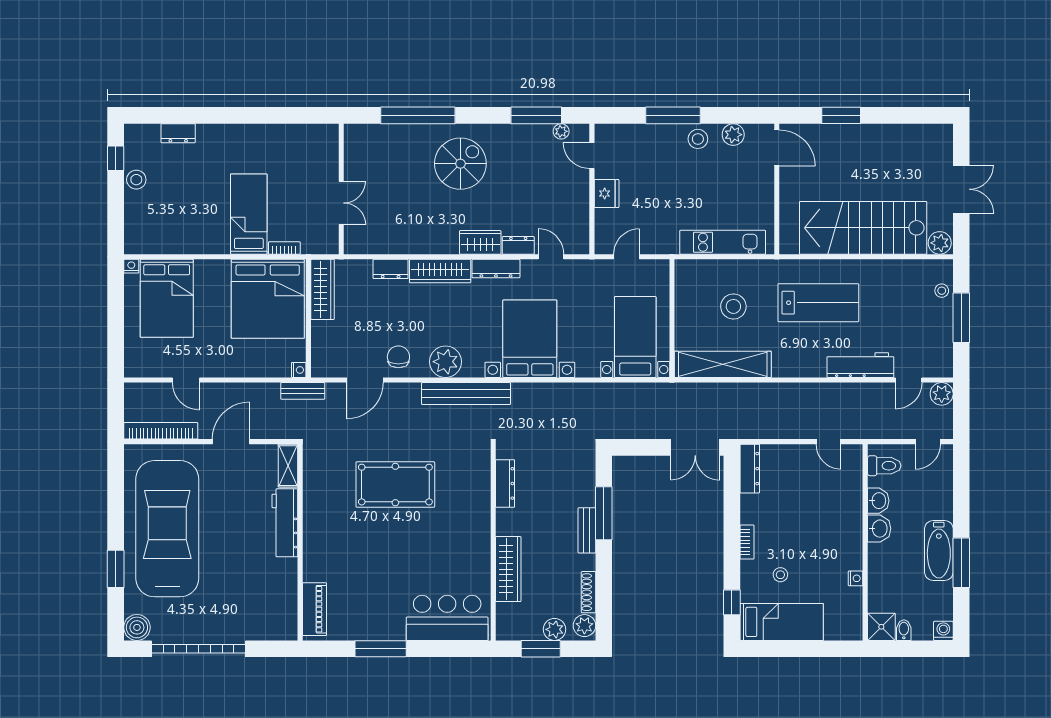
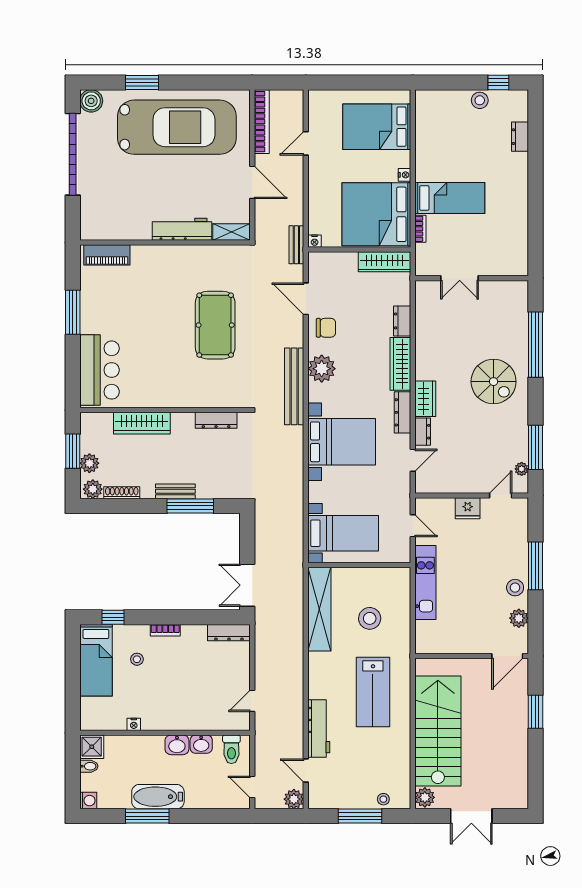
kitchen unit: (723, 242) -> (425, 582), moved
nightstand: (131, 266) -> (405, 175), moved

